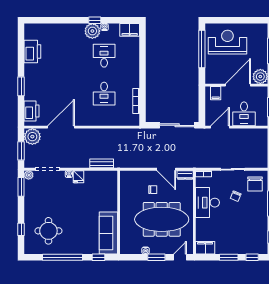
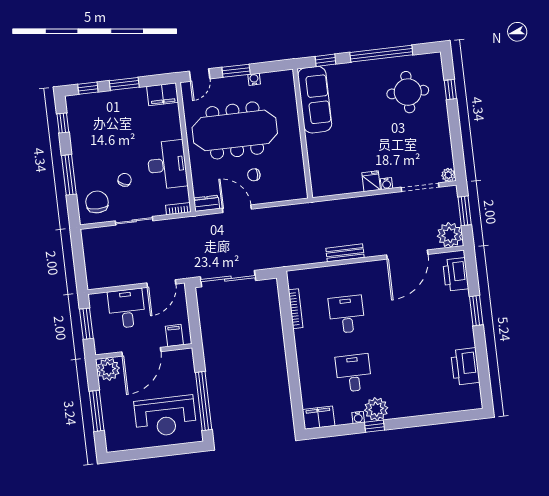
desk: (104, 56) -> (354, 373), turned 180
bench: (102, 163) -> (345, 253), moved
window: (21, 187) -> (458, 155), removed

